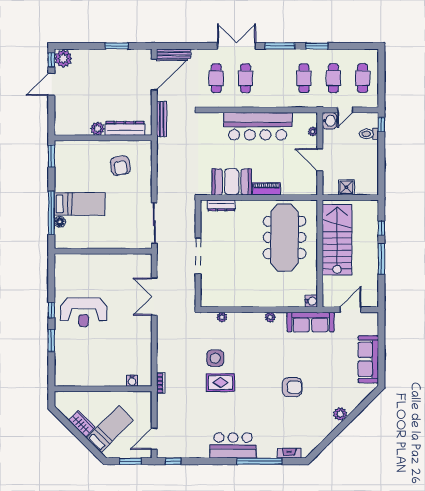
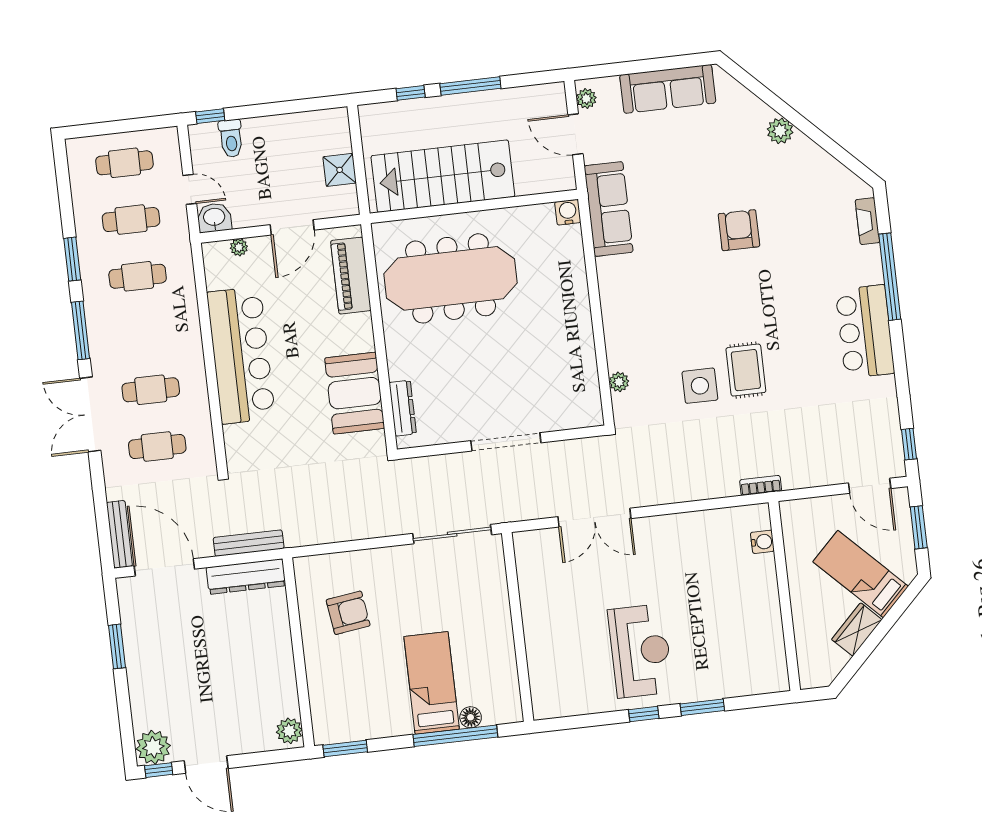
dresser: (125, 128) -> (246, 577), moved, turned -90
plant: (97, 129) -> (289, 731), moved
piano: (266, 189) -> (351, 276), moved, width x1.37, depth x1.33
plant: (270, 317) -> (586, 99), moved

